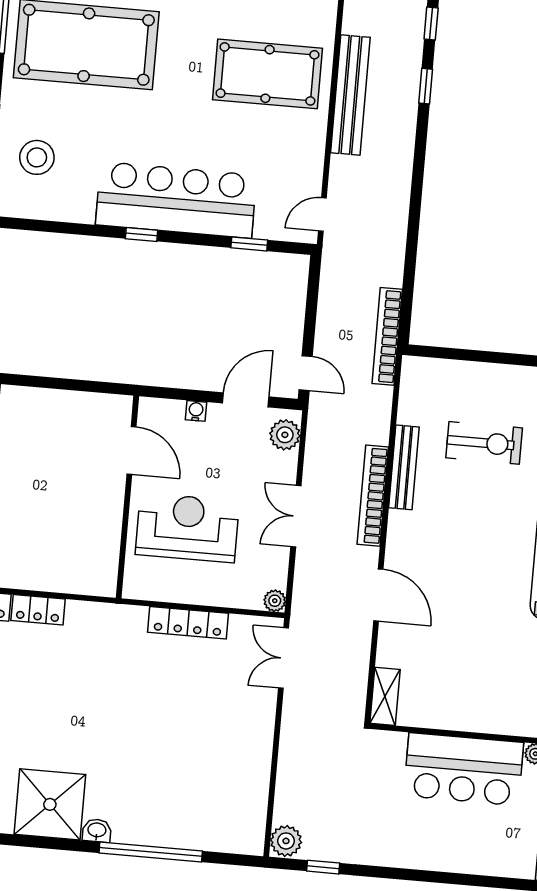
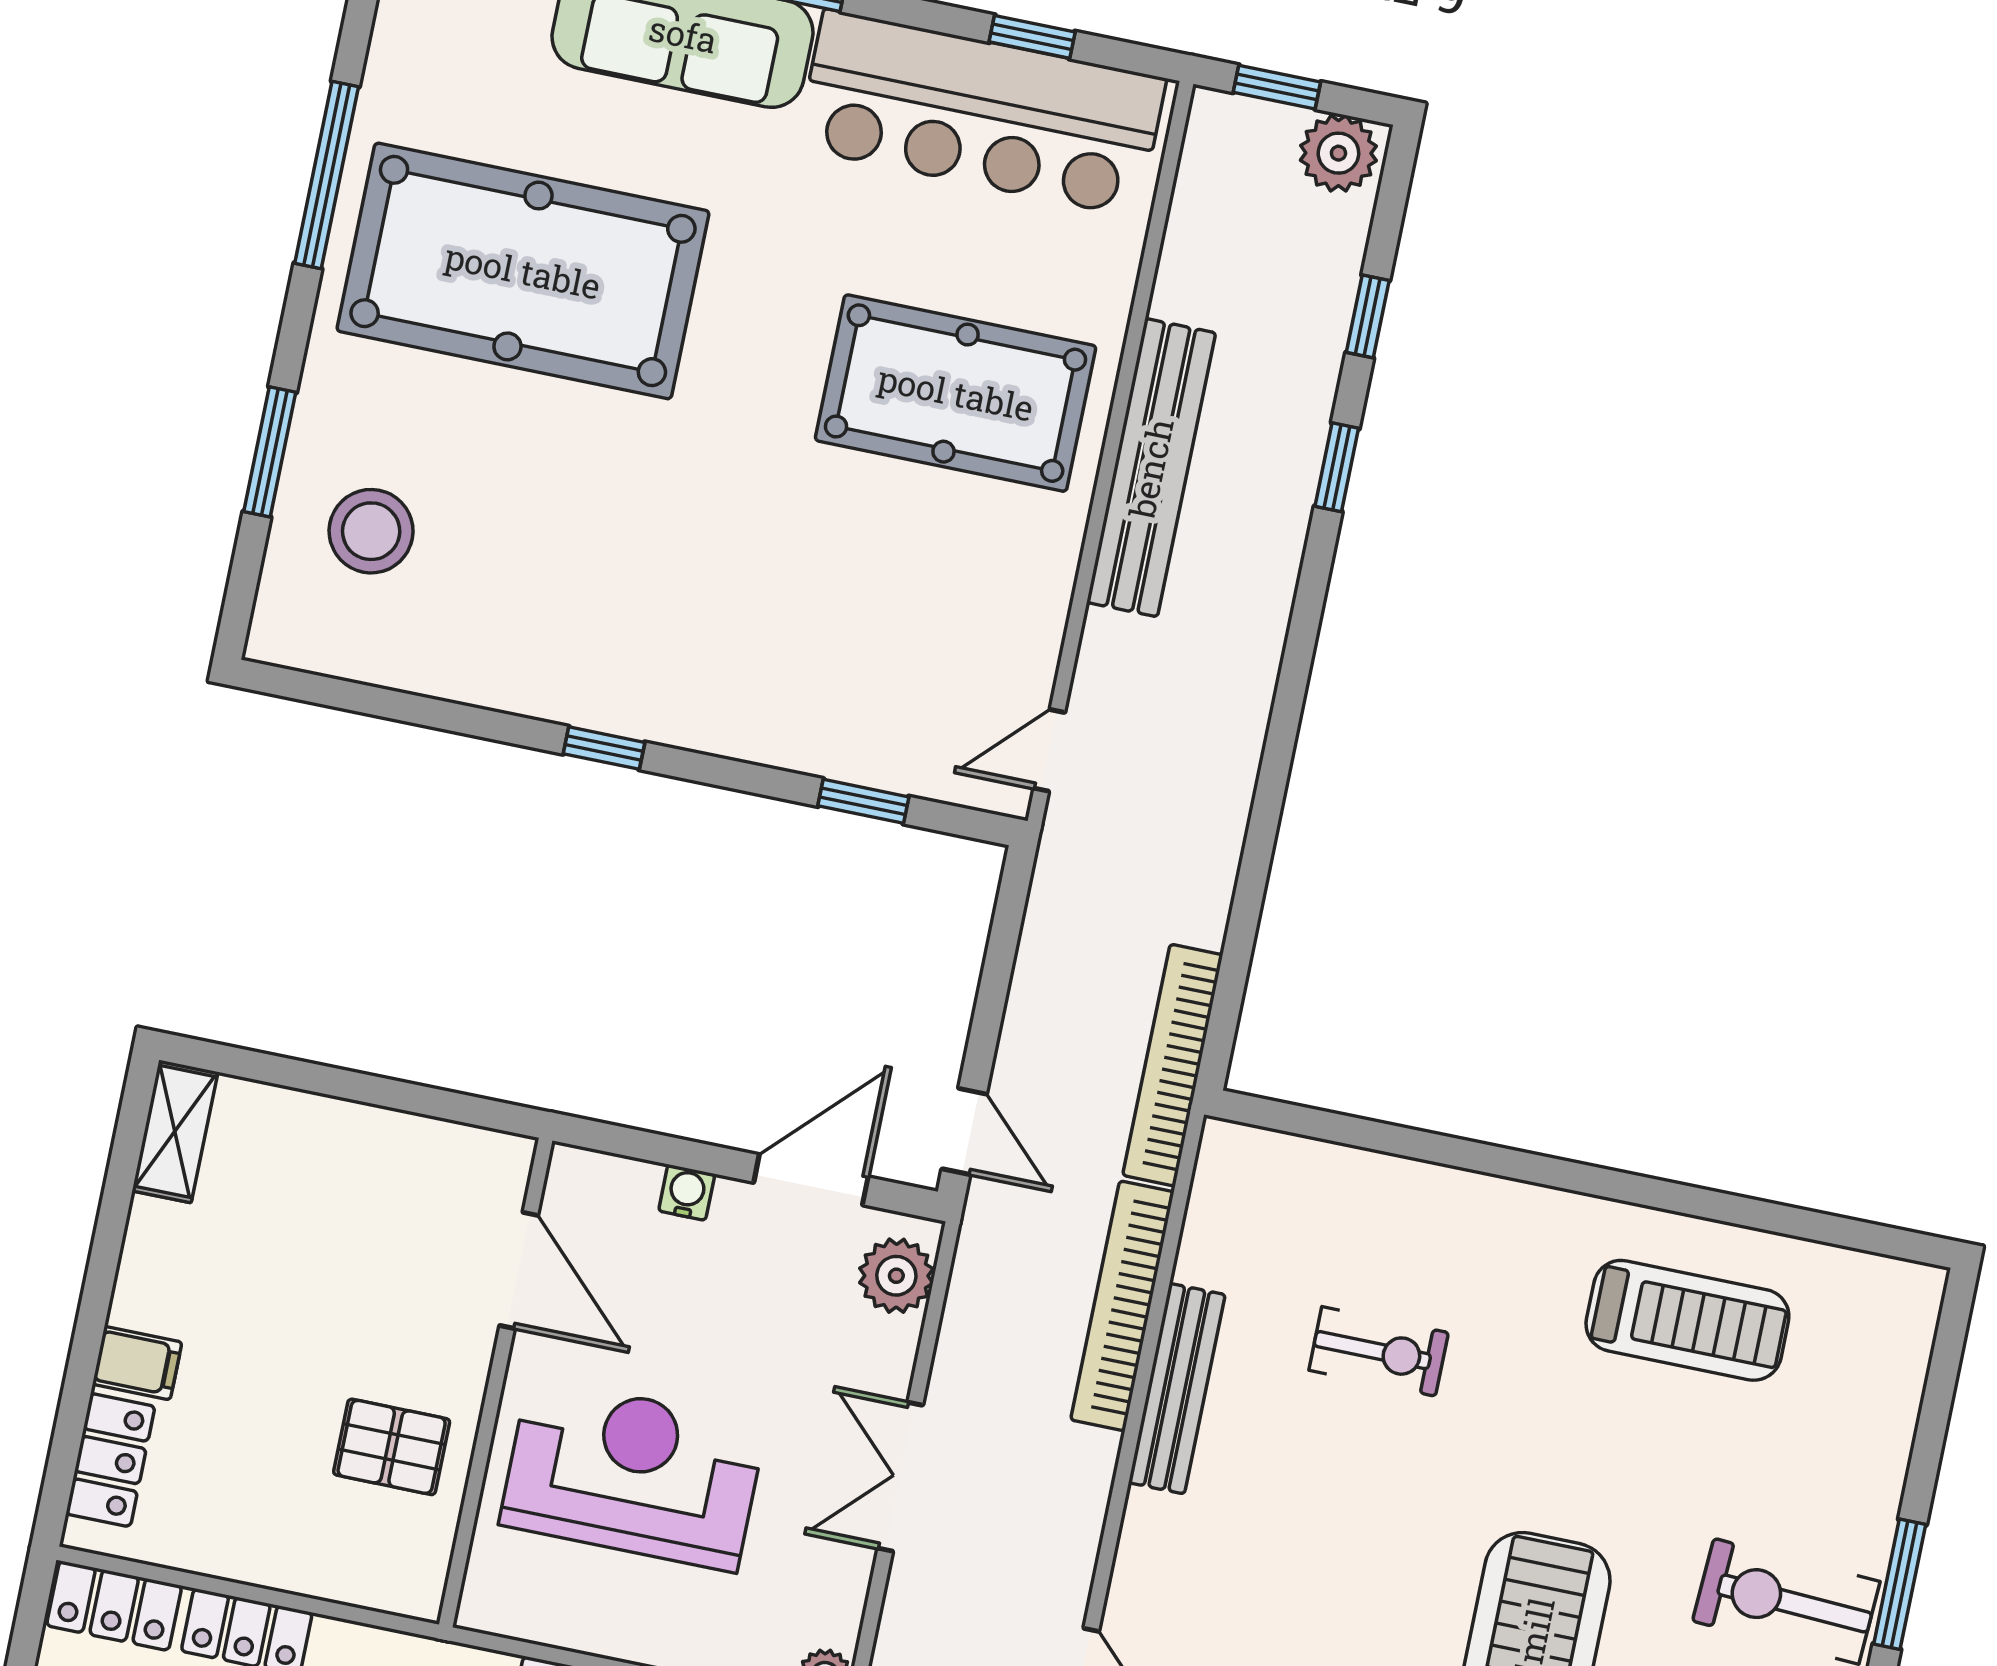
bar counter: (176, 200) -> (698, 674), removed
exercise bike: (484, 443) -> (1379, 1351), width x0.73, depth x0.72
bookcase: (373, 496) -> (1122, 1306), moved
pallet: (88, 528) -> (392, 1447), added

